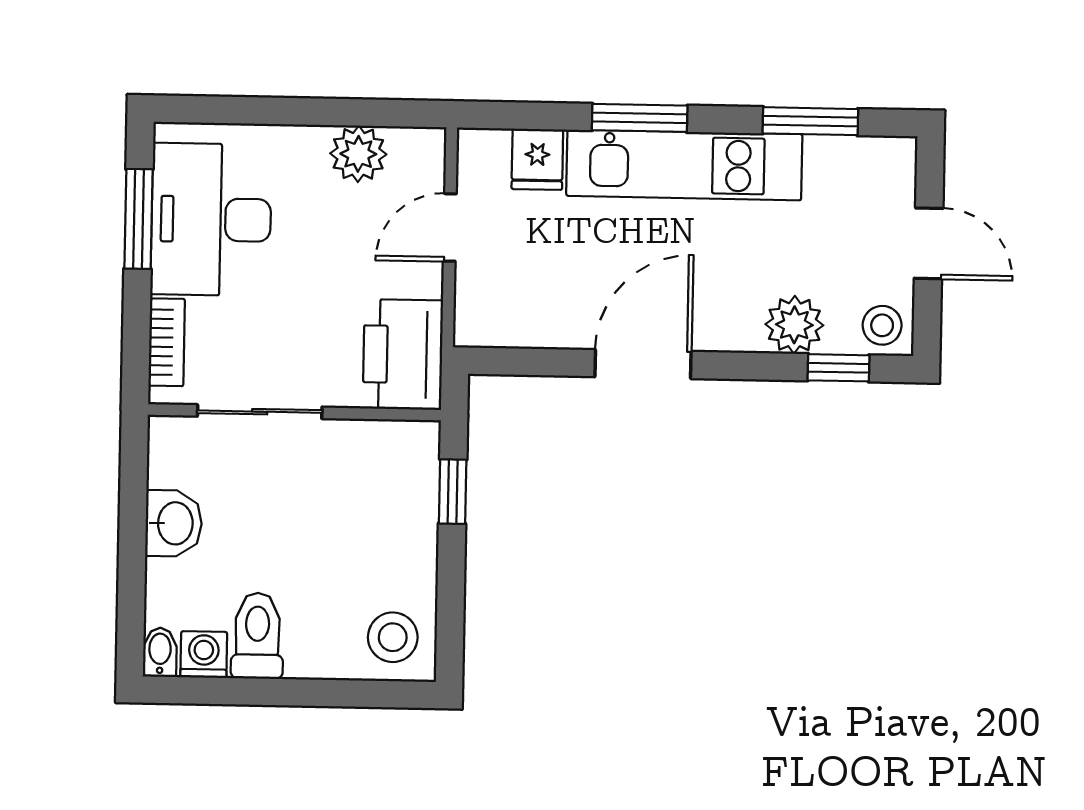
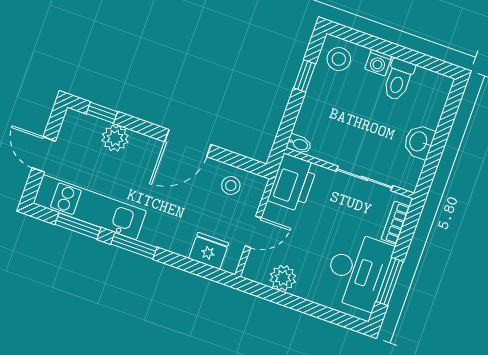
window: (640, 118) -> (134, 246), moved
fridge: (537, 159) -> (209, 251), width x1.38
kitchen unit: (684, 165) -> (90, 207), moved
stool: (882, 325) -> (231, 186), moved
window: (453, 492) -> (305, 76), moved
bidet: (160, 652) -> (299, 144), moved, turned -90
washing machine: (204, 655) -> (378, 63), moved

